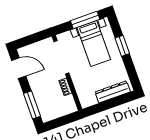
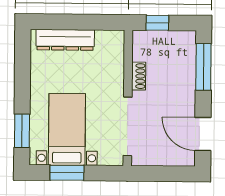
window: (85, 20) -> (67, 173), width x0.69
window: (122, 46) -> (22, 131), moved
window: (66, 120) -> (157, 23), added

